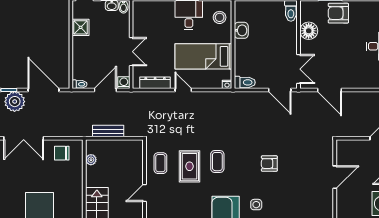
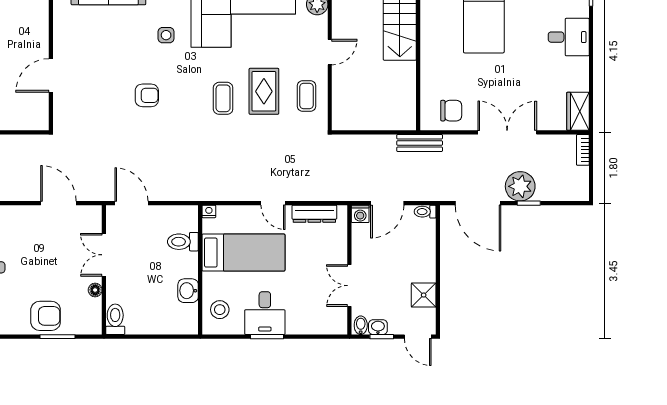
floor lamp: (309, 31) -> (95, 290), width x0.53, depth x0.53
double door: (131, 52) -> (349, 286), moved
double door: (299, 69) -> (104, 255), moved
toilet: (245, 82) -> (183, 242), moved
bench: (108, 131) -> (420, 143), moved
plant: (91, 160) -> (408, 101), removed

